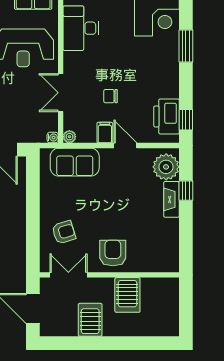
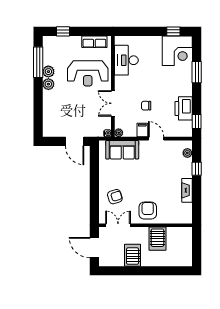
printer: (167, 116) -> (184, 108), moved
plant: (166, 167) -> (187, 153), width x0.53, depth x0.53
fireplace: (171, 199) -> (187, 190), moved

